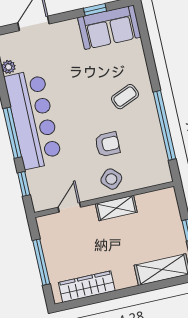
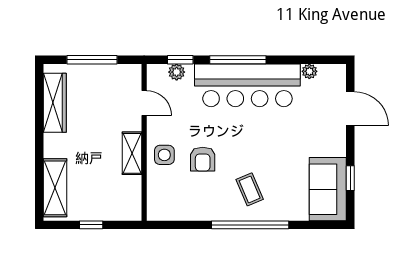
window: (165, 125) -> (250, 225), moved
side table: (111, 179) -> (164, 155), turned 45
plant: (35, 185) -> (177, 72), added

